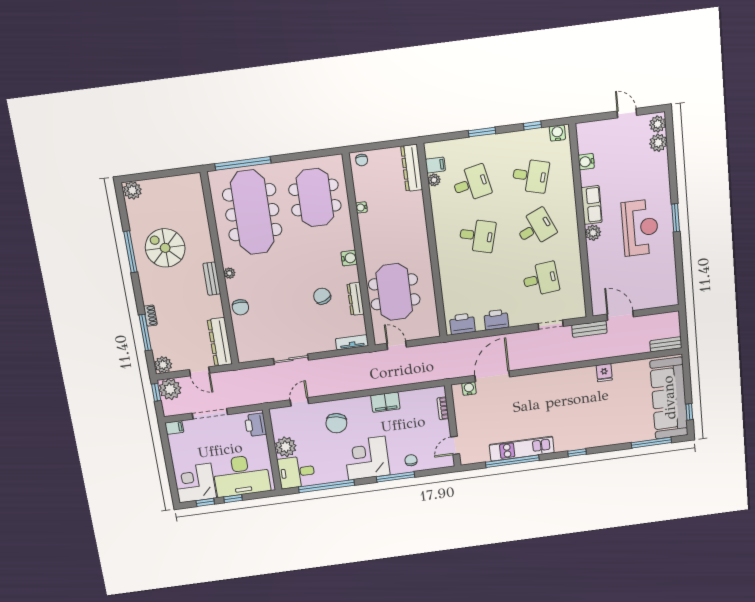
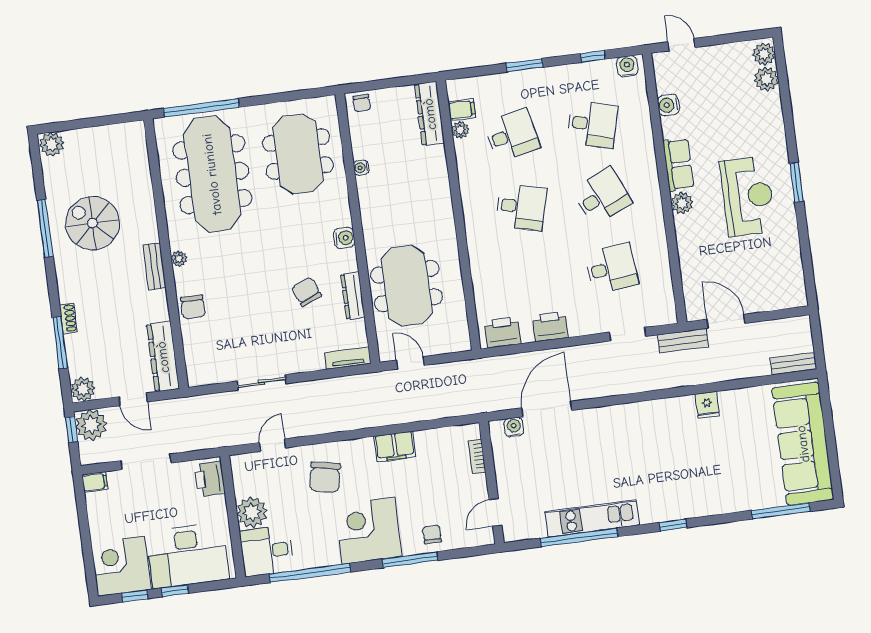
door: (627, 113) -> (682, 45), moved
window: (689, 412) -> (834, 465), removed

